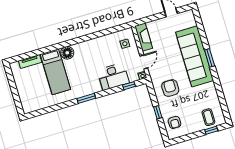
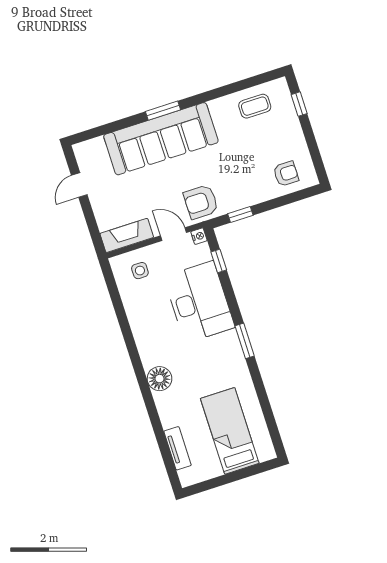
bed: (55, 72) -> (230, 431), moved, turned -90
desk: (113, 76) -> (199, 302), width x1.36, depth x1.30
armchair: (170, 88) -> (201, 202), moved
window: (158, 112) -> (240, 214), moved
coffee table: (208, 117) -> (255, 106), moved

